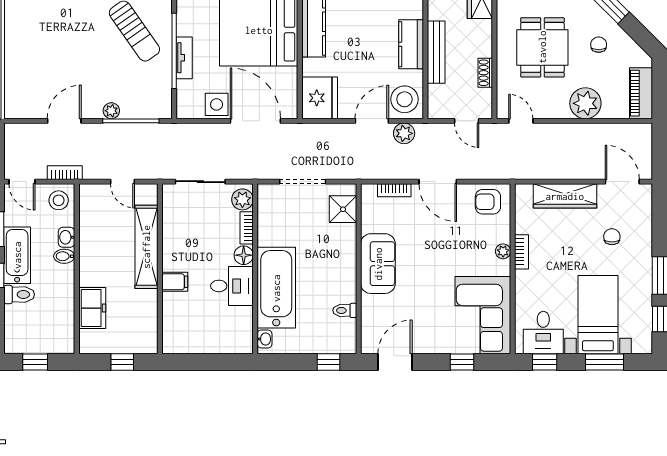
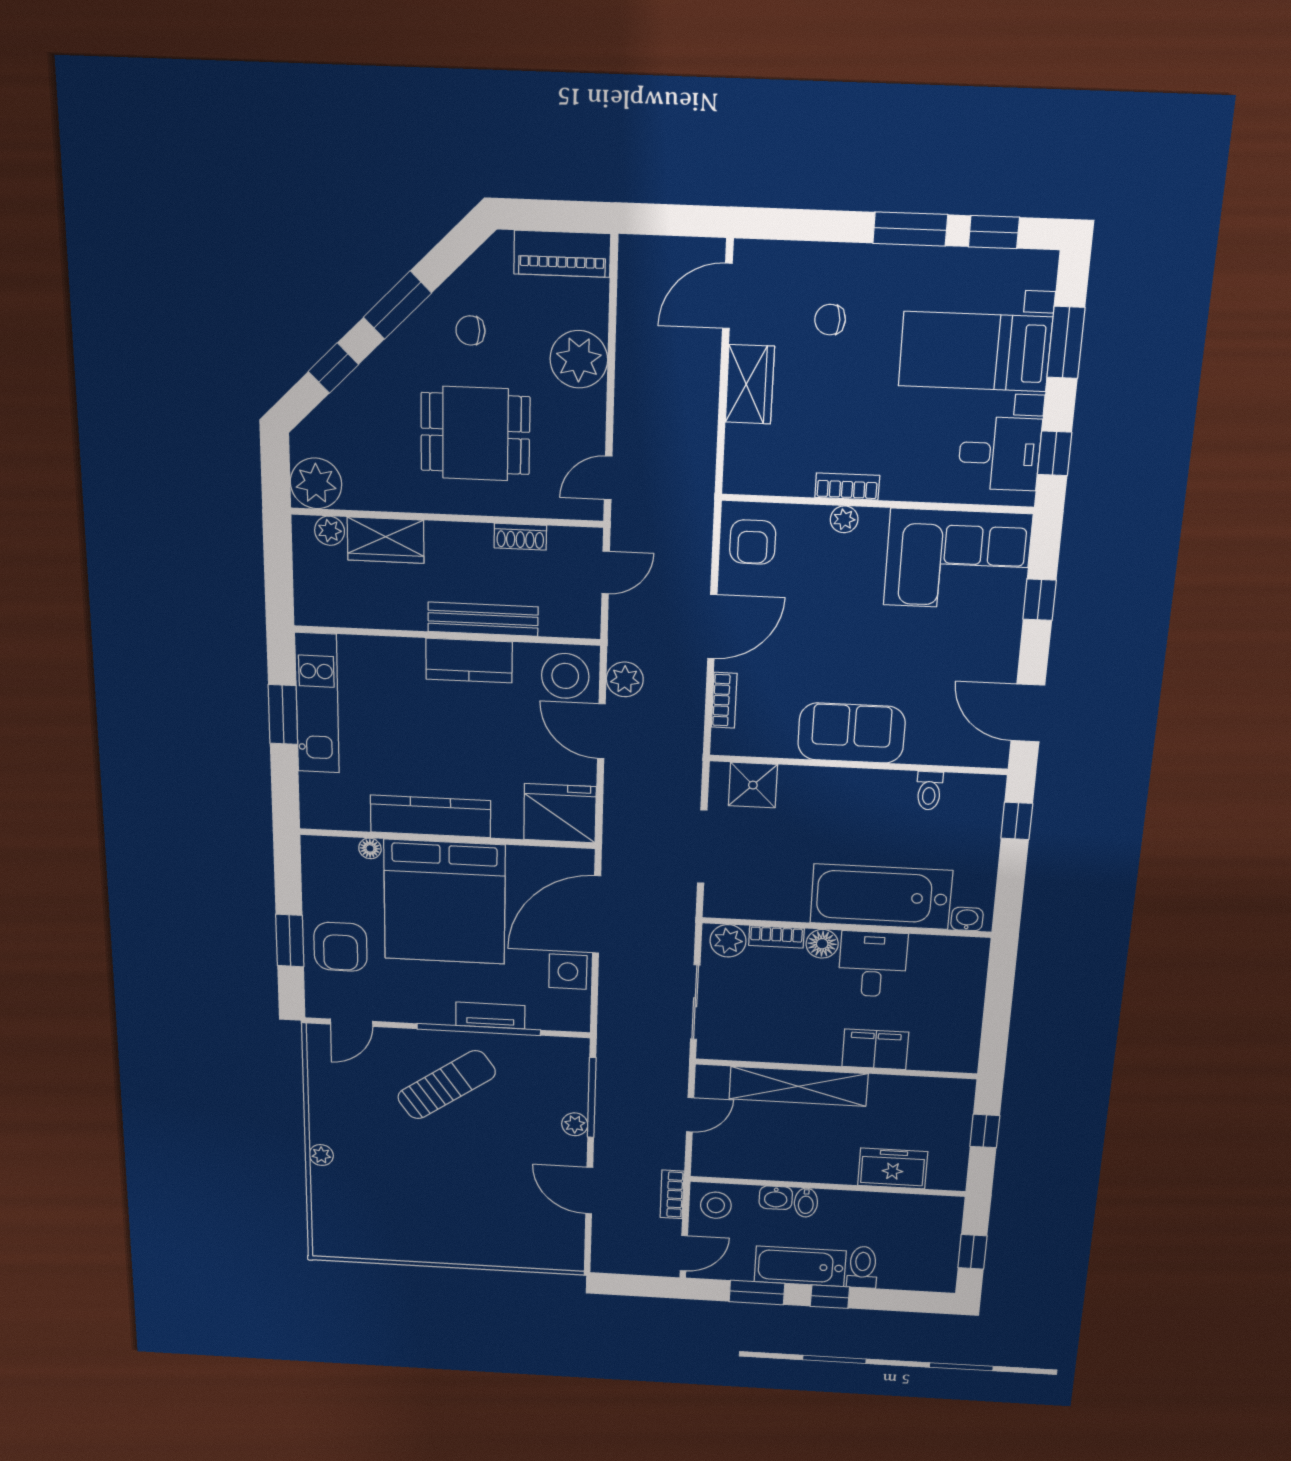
wardrobe: (565, 196) -> (750, 384), width x0.67
filing cabinet: (175, 282) -> (875, 1049), width x2.00

